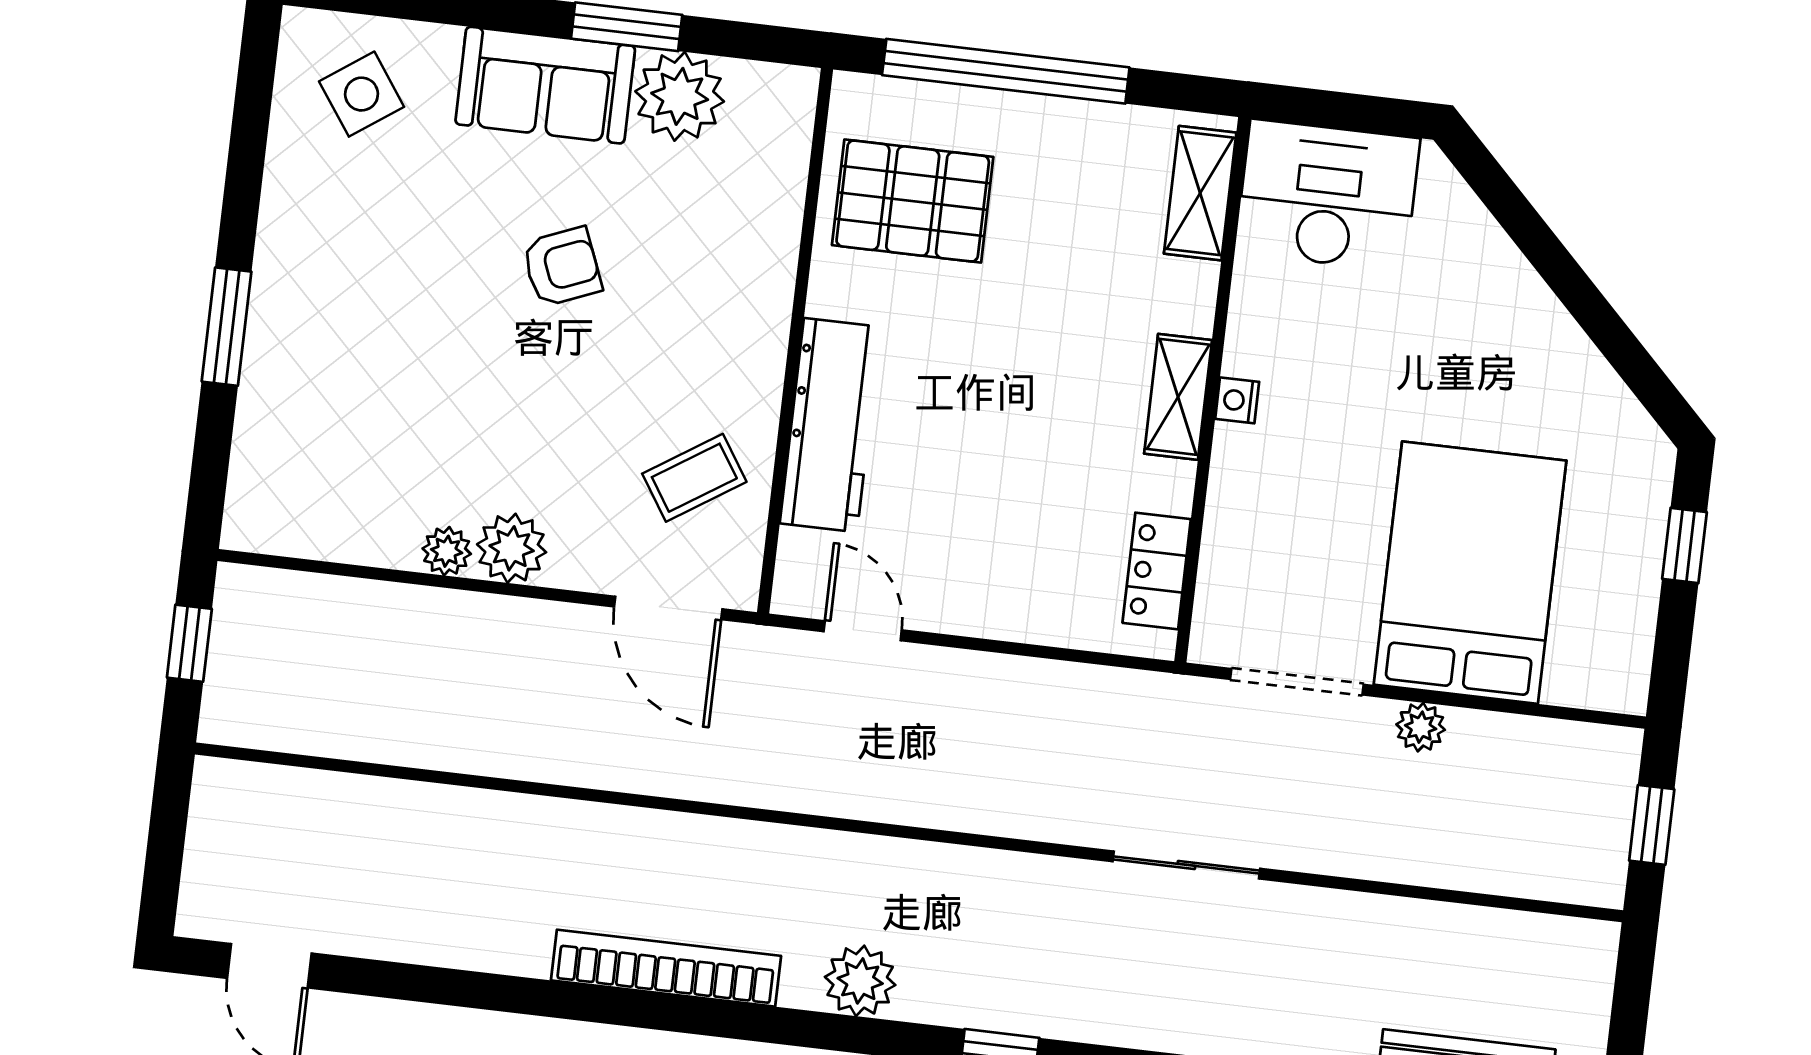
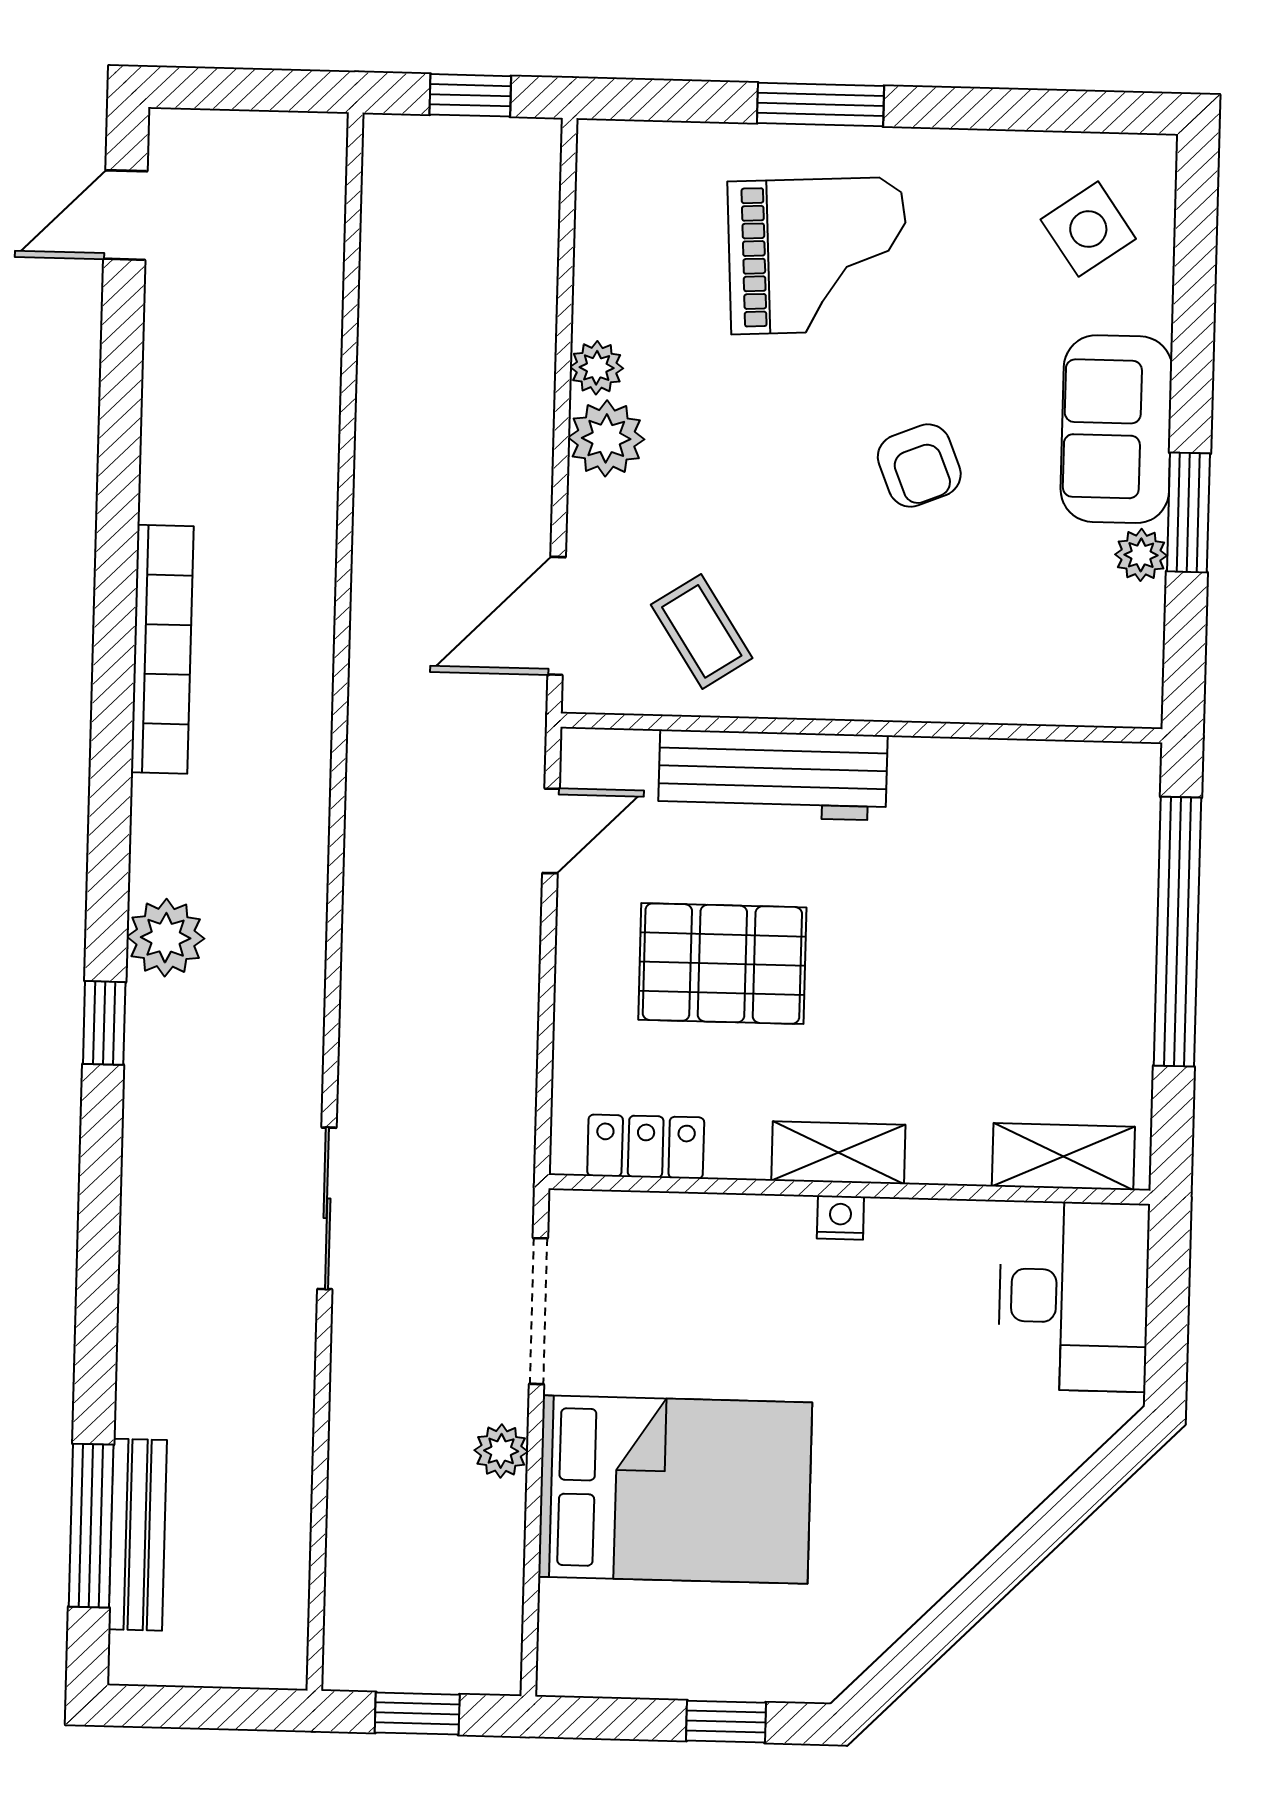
plant: (680, 96) -> (1141, 555), width x0.53, depth x0.53
pallet: (913, 201) -> (722, 964), moved, turned 90
grand piano: (363, 342) -> (818, 256), added
plant: (860, 981) -> (166, 938), moved

